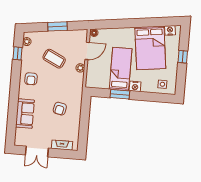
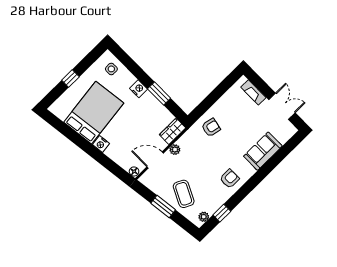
nightstand: (170, 30) -> (101, 144), moved
coffee table: (54, 59) -> (184, 194), moved
bed: (121, 69) -> (138, 117), removed
wardrobe: (91, 78) -> (173, 131), added
armchair: (60, 109) -> (211, 128), moved

